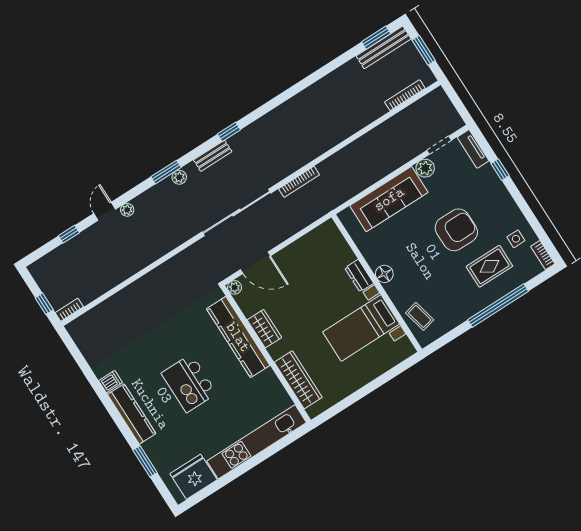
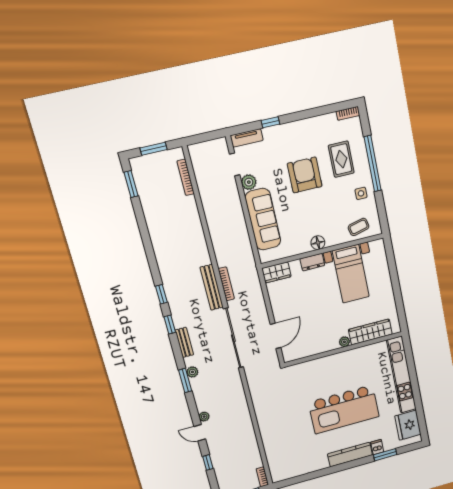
bench: (384, 47) -> (212, 287), moved
window: (262, 111) -> (161, 294), added
side table: (516, 239) -> (361, 193), moved
plant: (235, 287) -> (344, 342), moved
wardrobe: (264, 329) -> (276, 272), moved, turned 180
kitchen counter: (238, 337) -> (324, 365), removed
dishwasher: (111, 382) -> (377, 447), moved
kitchen island: (189, 383) -> (344, 409), width x1.87, depth x1.28

